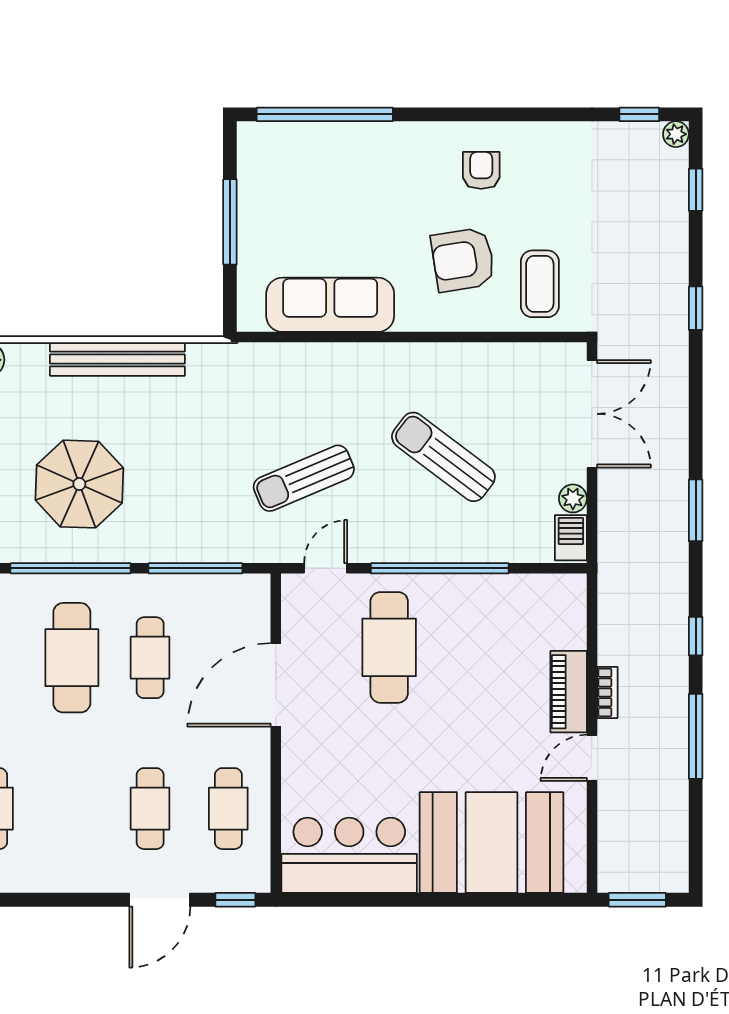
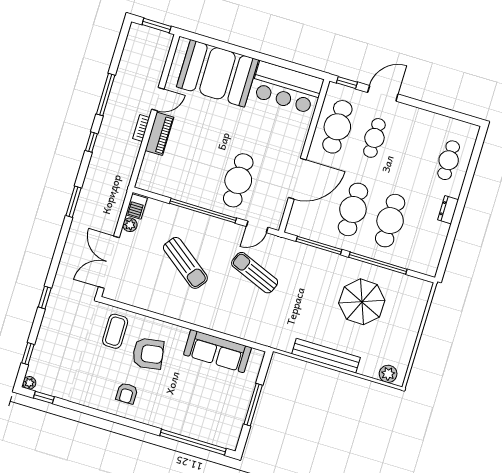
sun lounger: (304, 478) -> (255, 273), turned -135
cafe table: (150, 658) -> (353, 209), width x1.37, depth x1.35
cafe table: (228, 809) -> (337, 127), width x1.37, depth x1.35

